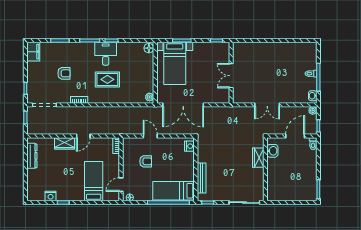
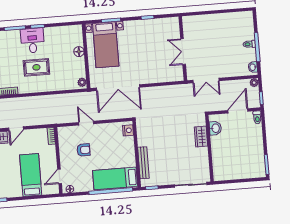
floor lamp: (149, 48) -> (79, 52), moved
wall: (231, 73) -> (183, 48), moved
double door: (231, 76) -> (183, 52), moved

